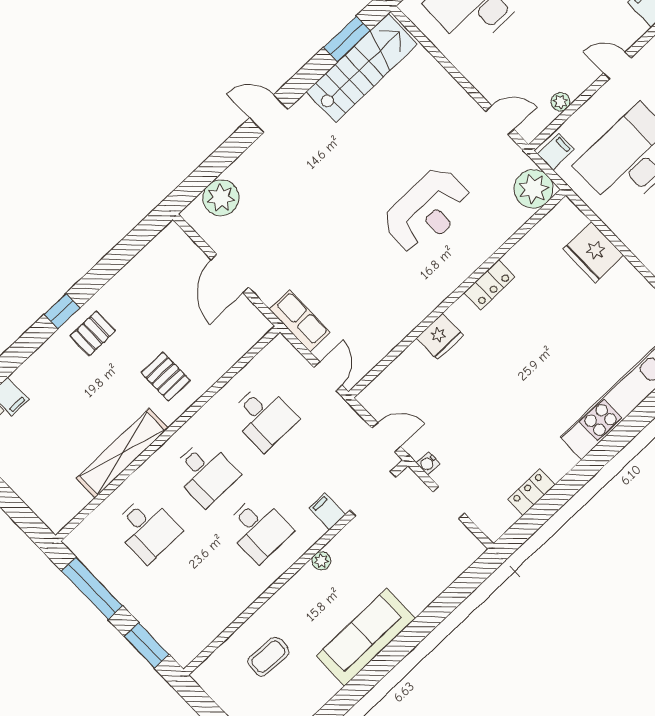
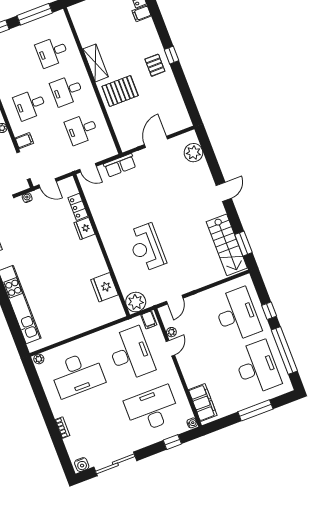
door: (617, 66) -> (170, 348), moved
fridge: (593, 252) -> (104, 287), moved, turned -90
door: (230, 274) -> (156, 142), hinge flipped
locker: (489, 285) -> (78, 207), moved
pallet: (166, 377) -> (120, 91), width x1.50, depth x1.42
door: (386, 437) -> (48, 183), hinge flipped
shelving: (122, 453) -> (95, 63), width x0.68

